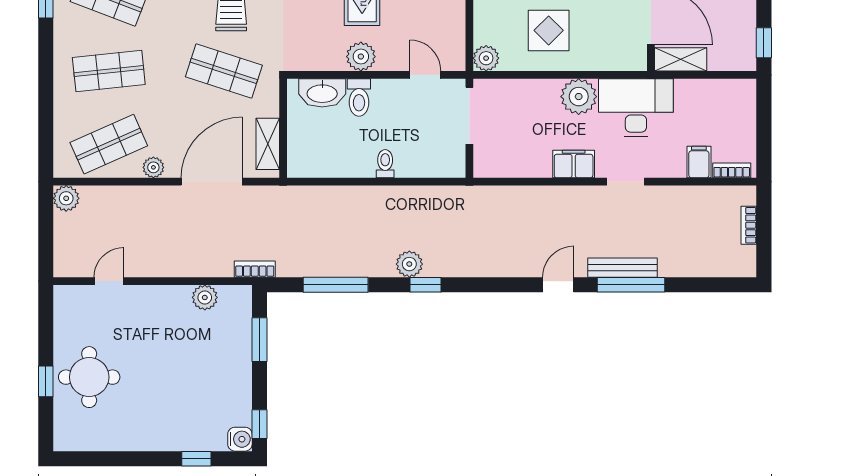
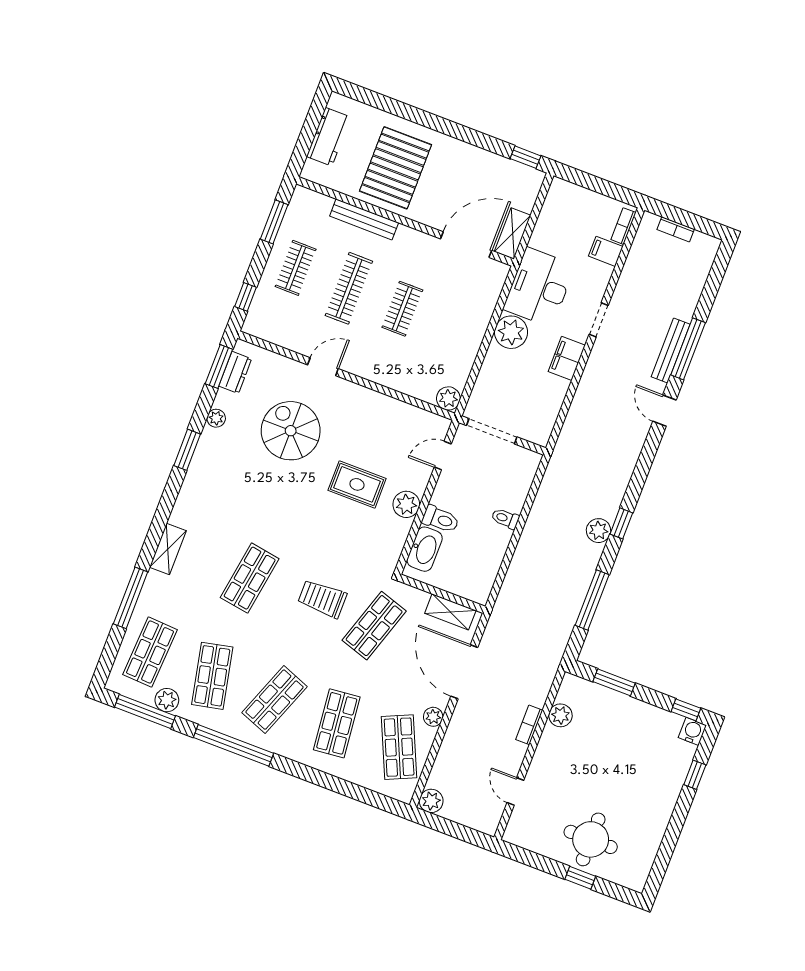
display table: (549, 30) -> (445, 336), removed
bookcase: (255, 269) -> (529, 725), moved

